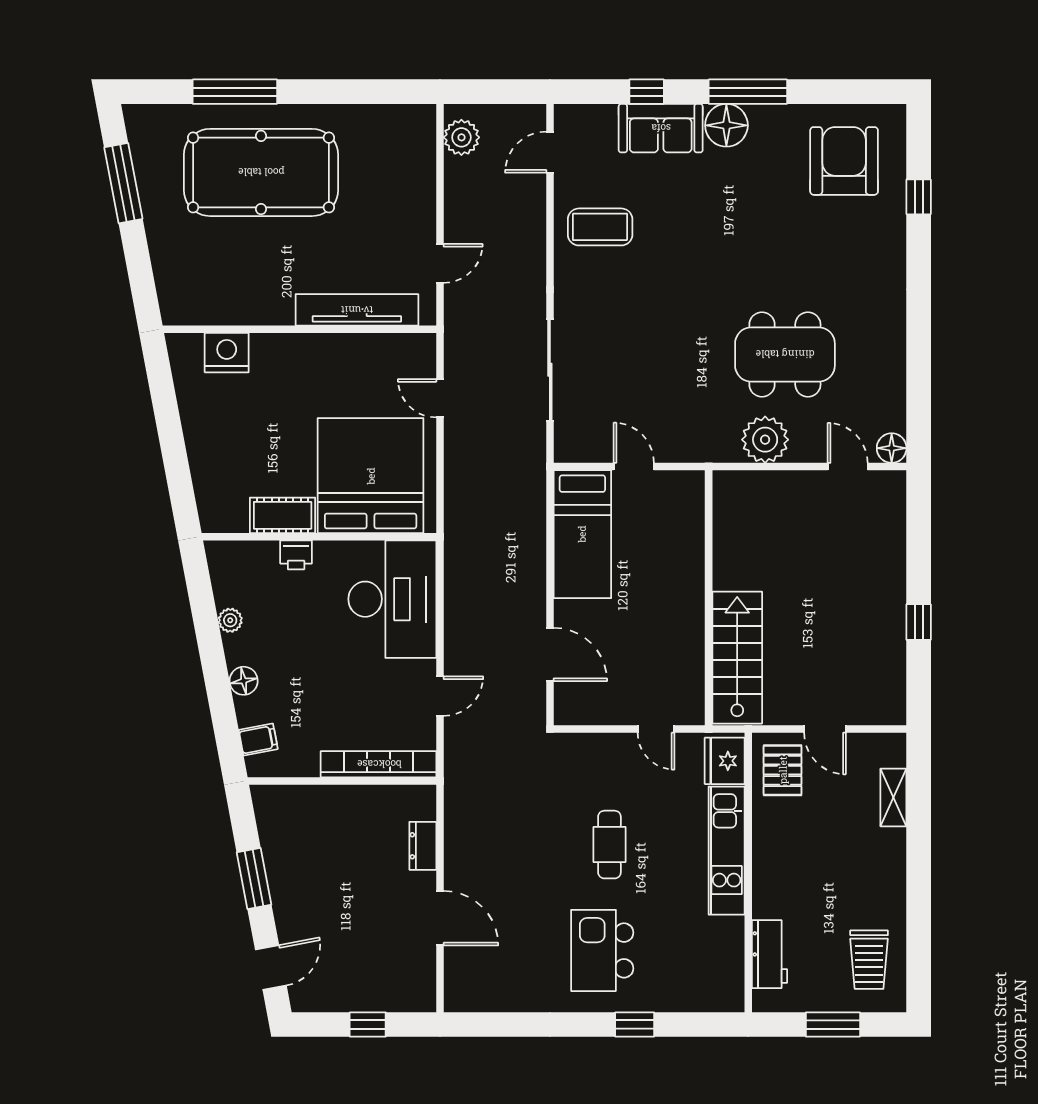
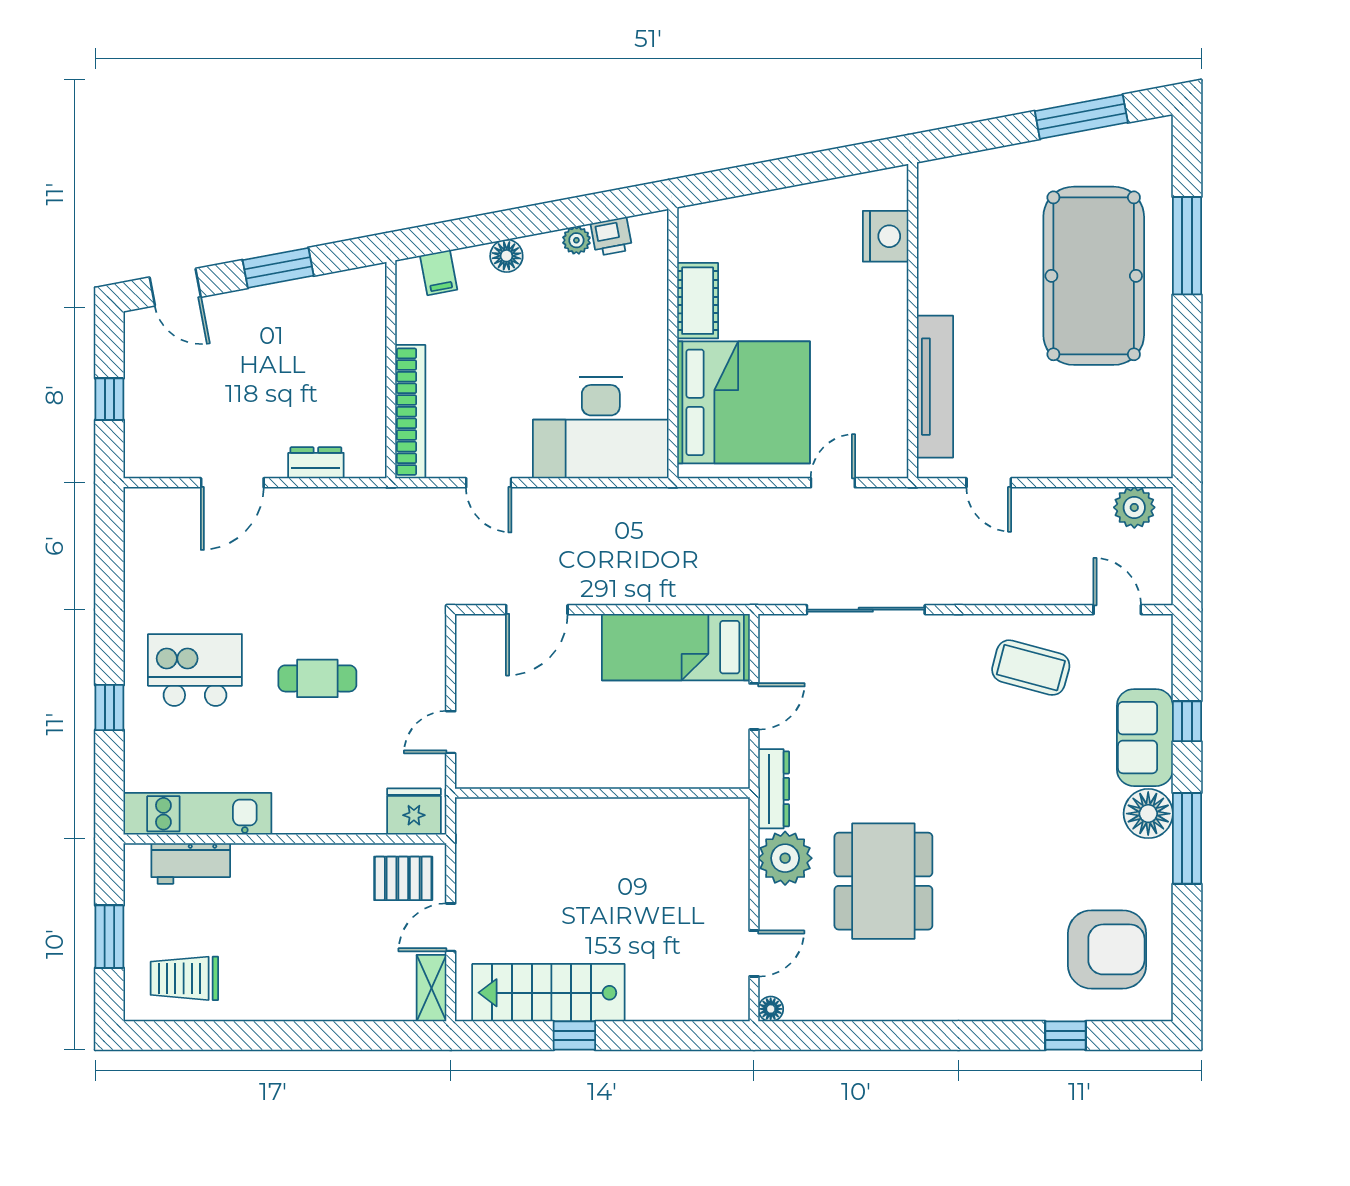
coffee table: (600, 227) -> (1031, 668), turned -75
floor lamp: (892, 448) -> (771, 1009), width x0.73, depth x0.73
dresser: (705, 449) -> (774, 789), added
printer: (296, 555) -> (611, 237), moved, turned -101
stairs: (737, 658) -> (548, 993), moved, turned 180
shelving: (893, 798) -> (432, 988), moved, turned 90
kitchen unit: (727, 851) -> (197, 814), moved

